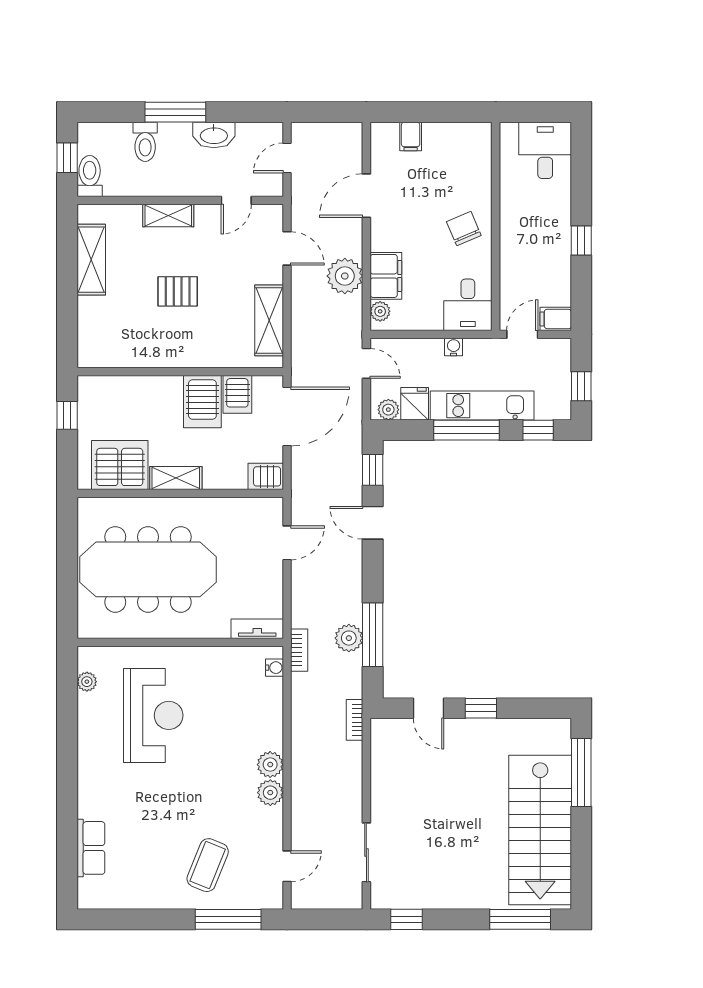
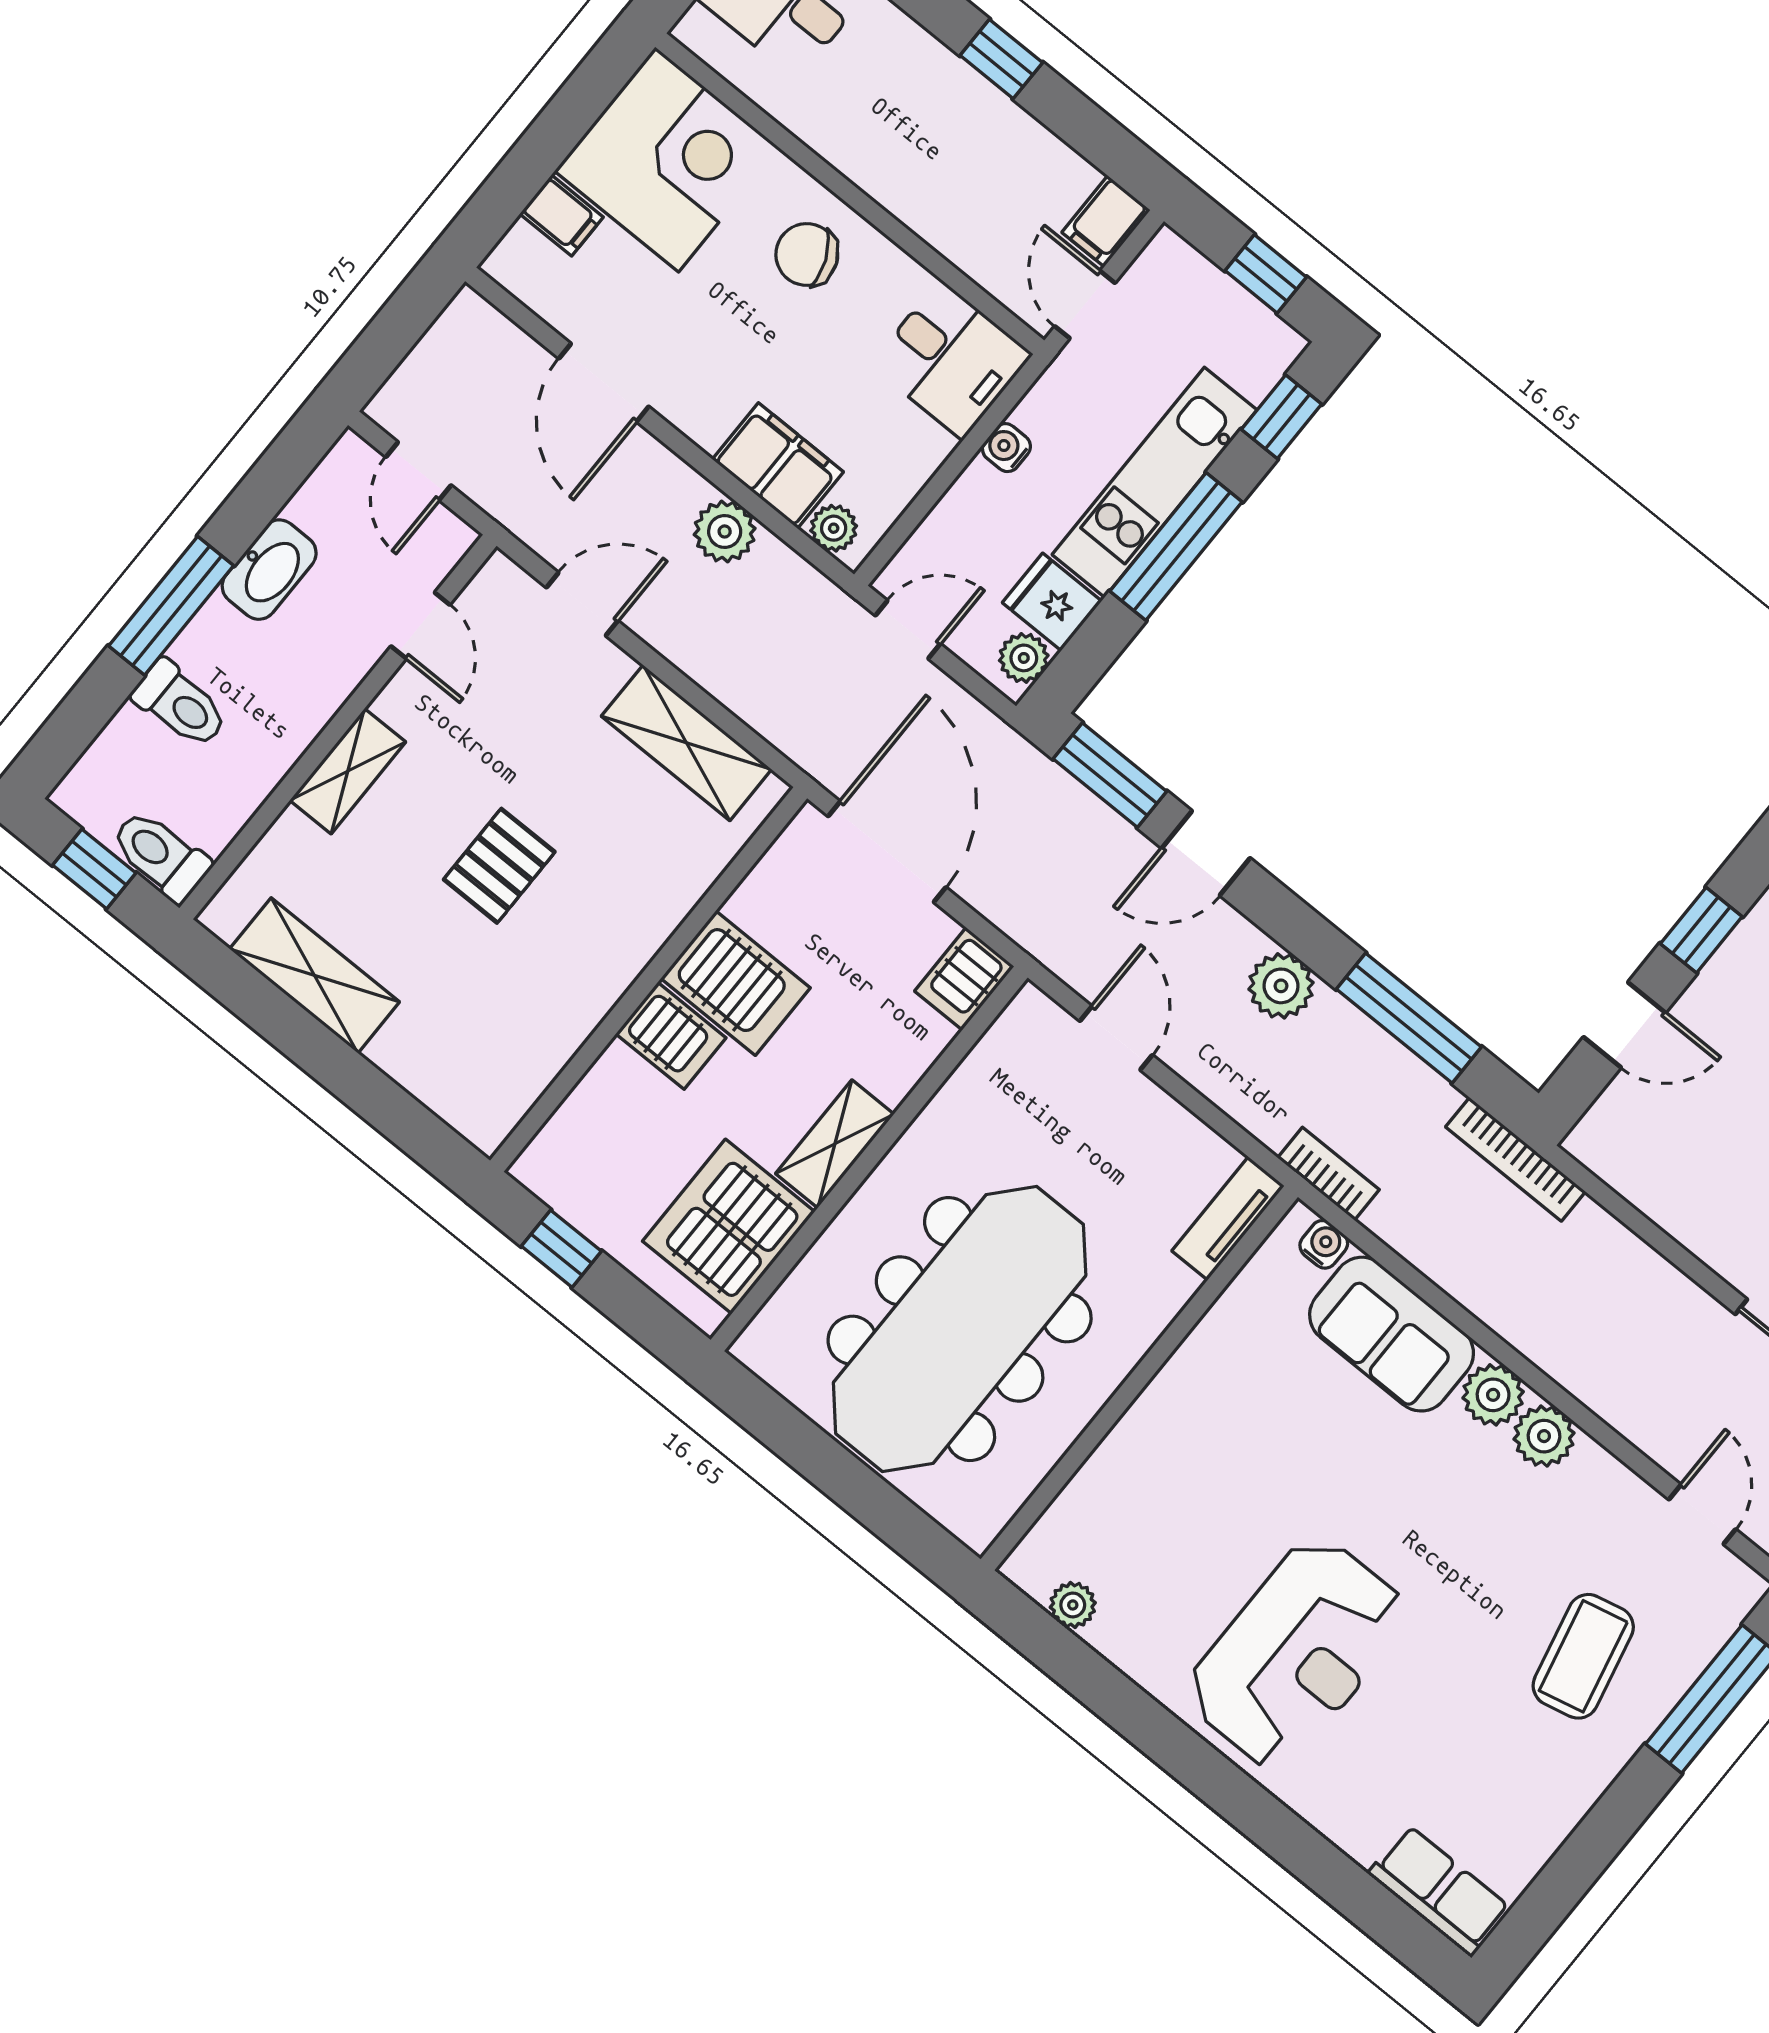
corner desk: (458, 156) -> (667, 160), added
plant: (345, 276) -> (725, 531), width x0.73, depth x0.73
server rack: (237, 394) -> (671, 1036), moved
window: (373, 470) -> (1110, 775), width x1.50
plant: (349, 638) -> (1281, 986), moved
sofa: (263, 714) -> (1392, 1334), added
reception desk: (153, 715) -> (1297, 1653), moved, turned 90
bookcase: (355, 720) -> (1516, 1159), width x1.56
row of seats: (91, 848) -> (1439, 1891), moved
coffee table: (208, 865) -> (1583, 1656), turned 55

